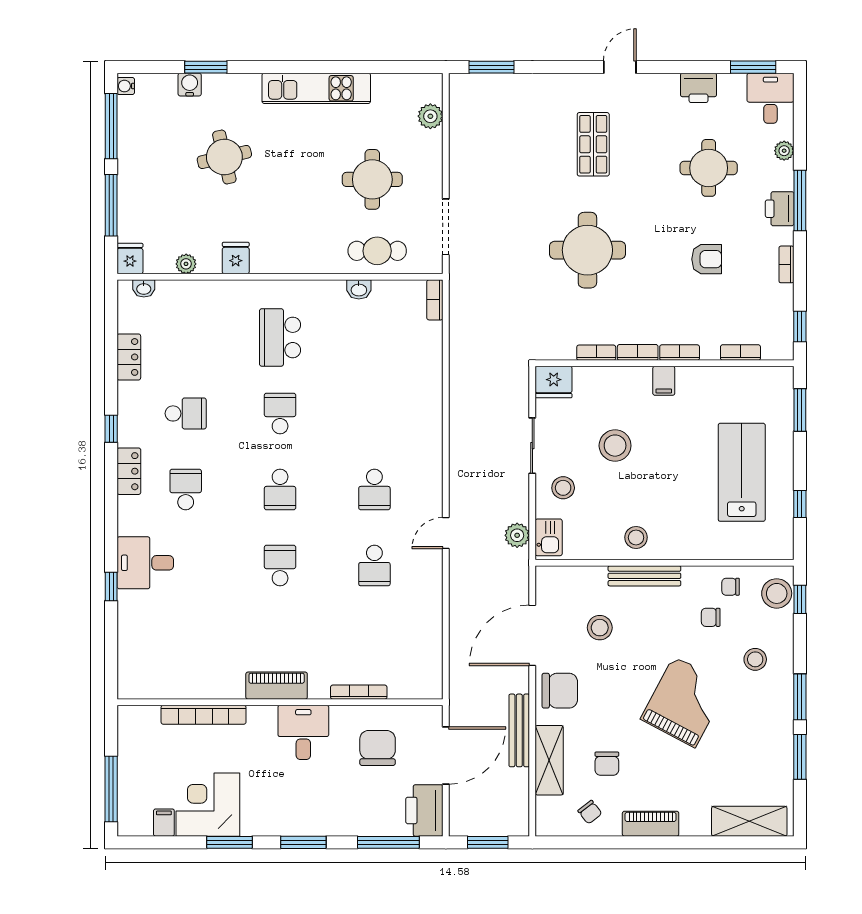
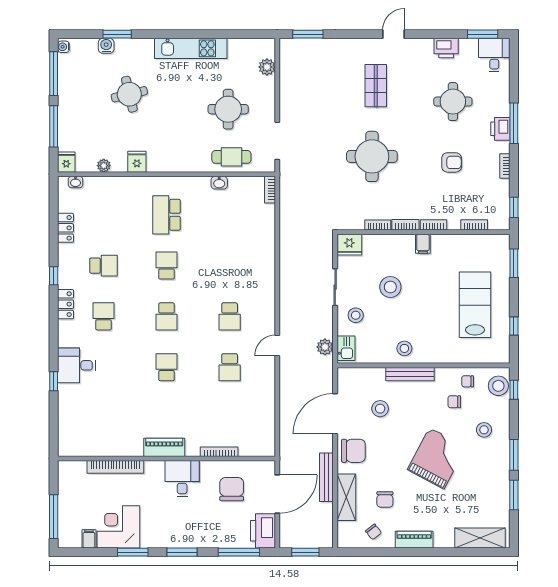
plant: (784, 151) -> (503, 90), removed

